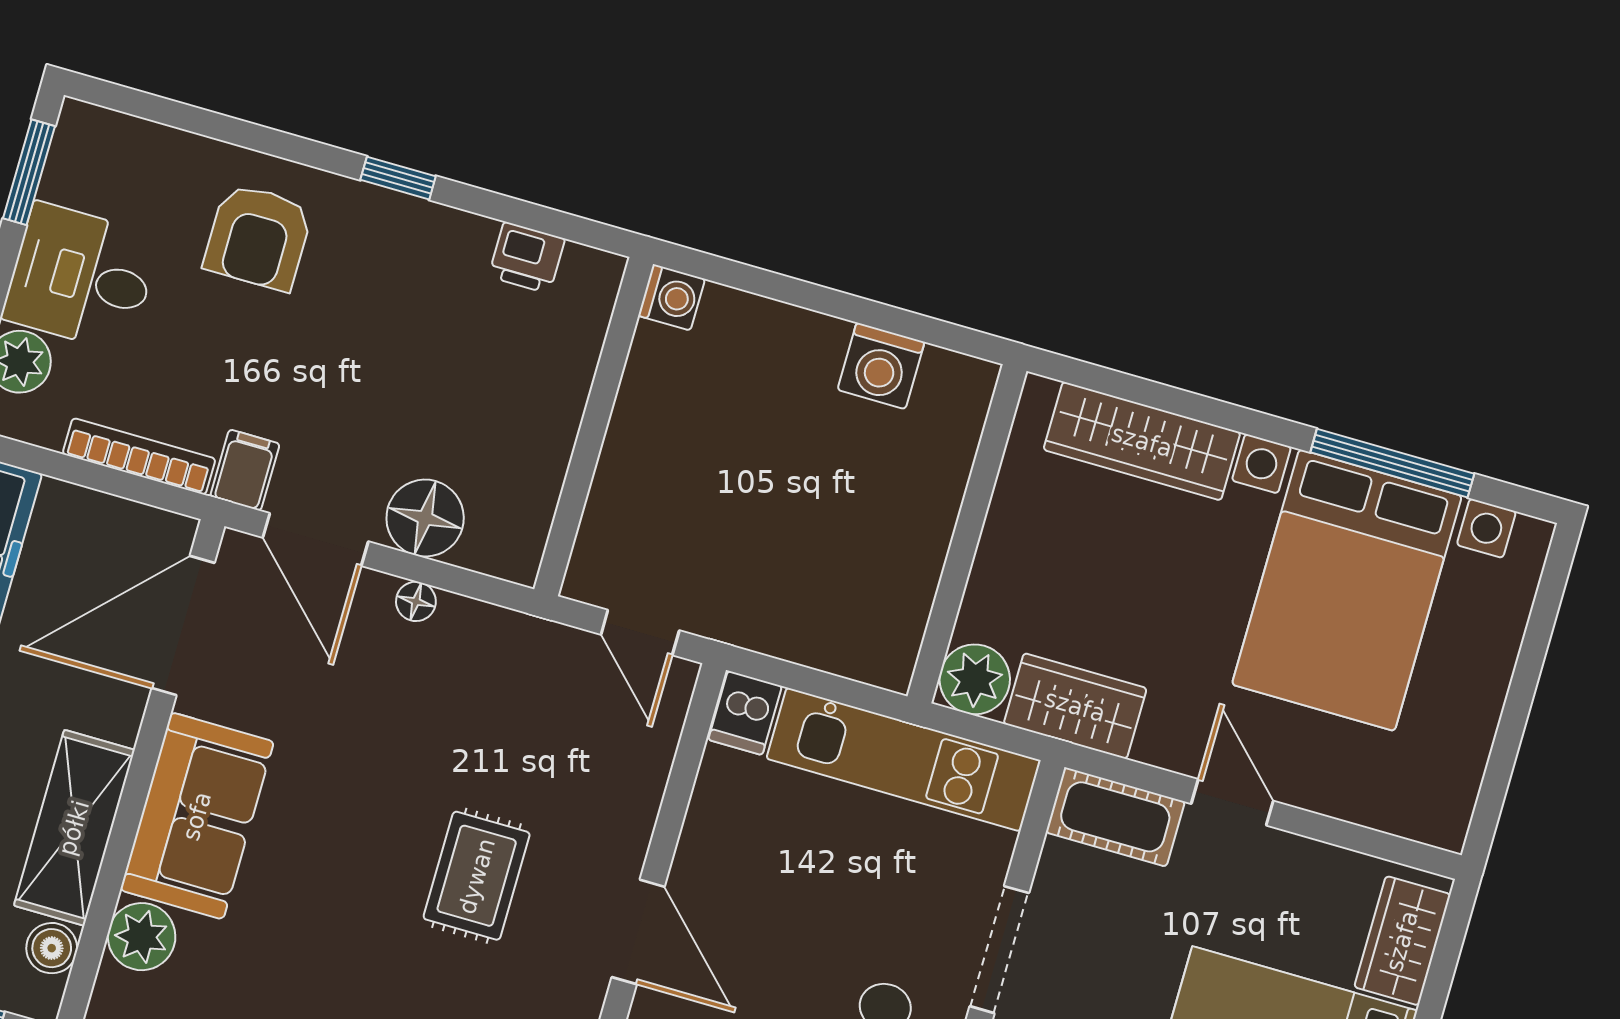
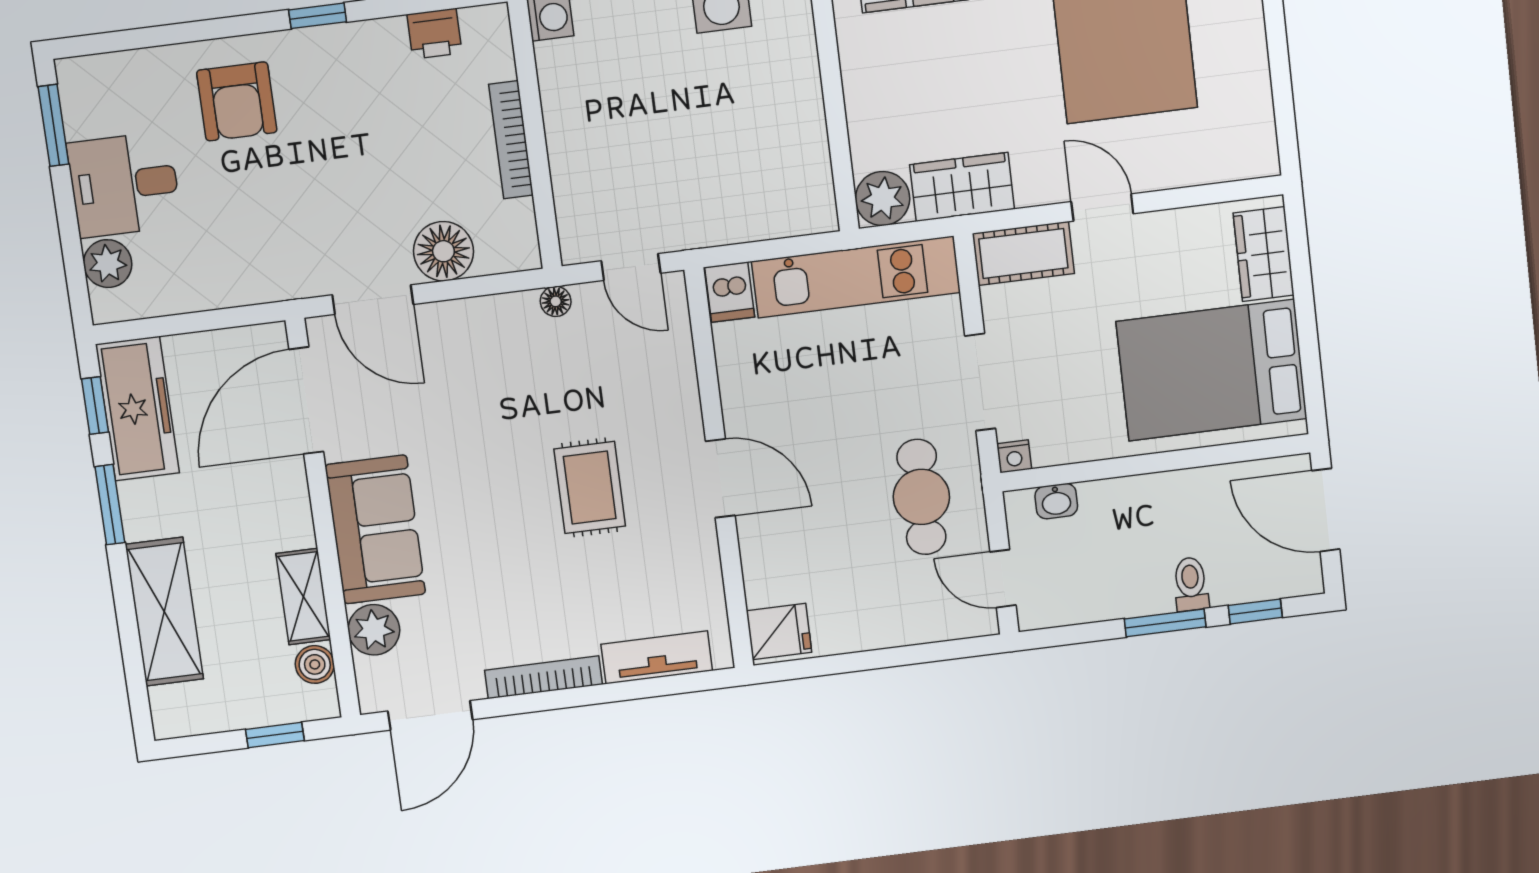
bookcase: (139, 456) -> (511, 140), moved, turned -90
filing cabinet: (245, 470) -> (301, 272), removed
floor lamp: (416, 601) -> (556, 301), moved
shelving: (74, 828) -> (303, 596), width x0.67, depth x0.75

